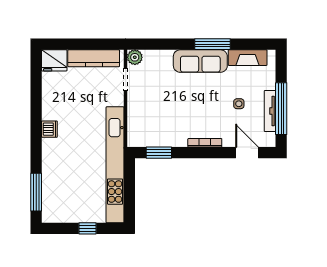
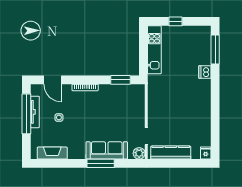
window: (212, 44) -> (101, 163), moved
fridge: (54, 60) -> (206, 153), width x0.53, depth x0.75
sofa: (200, 61) -> (107, 150), moved
dishwasher: (49, 129) -> (205, 72), moved
kitchen unit: (115, 165) -> (154, 50), width x0.54

